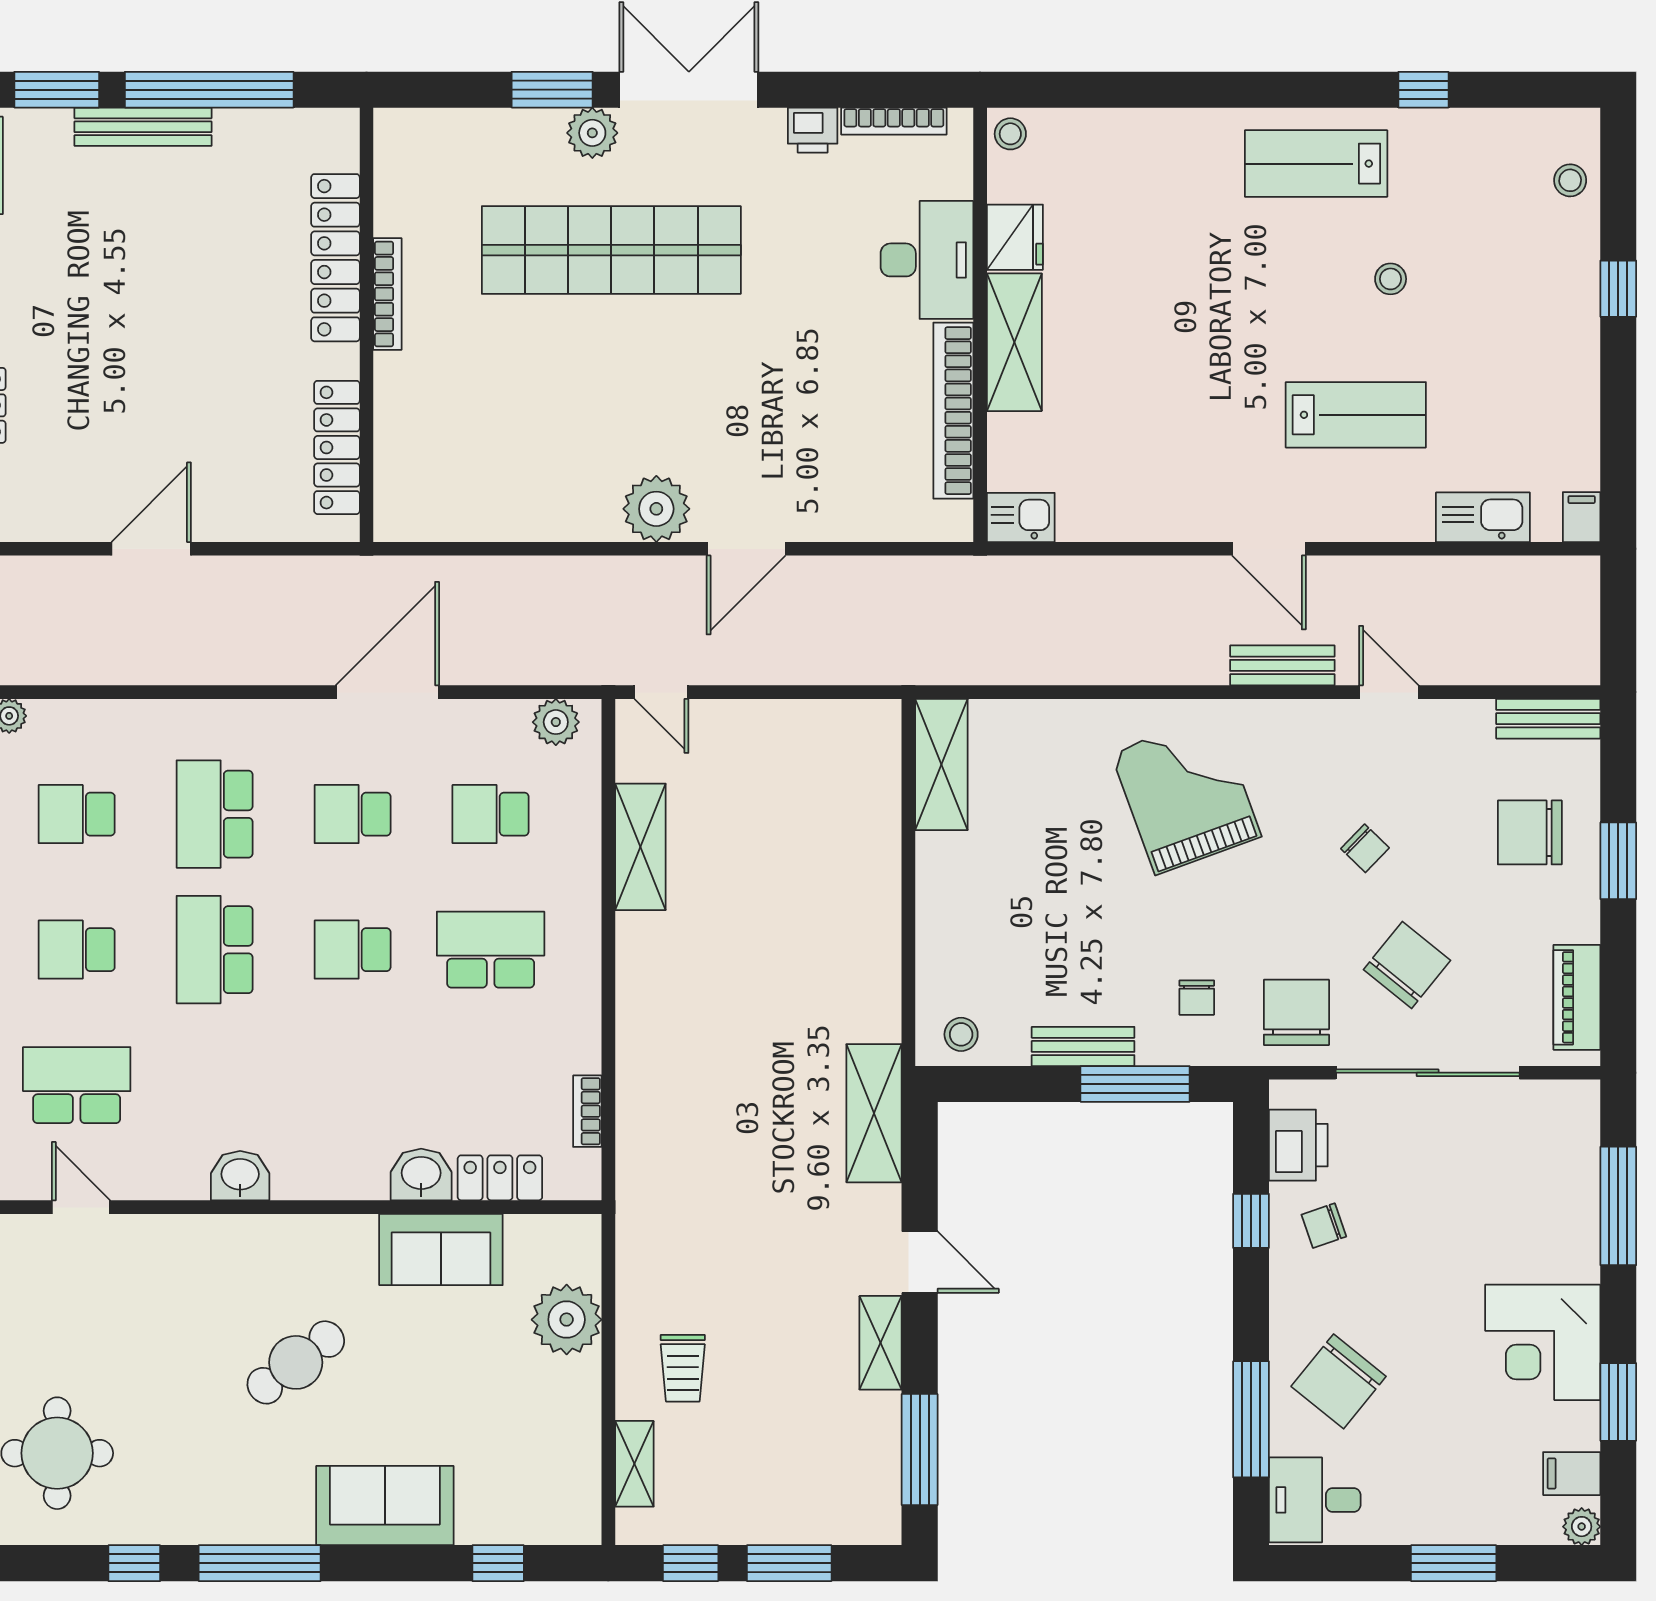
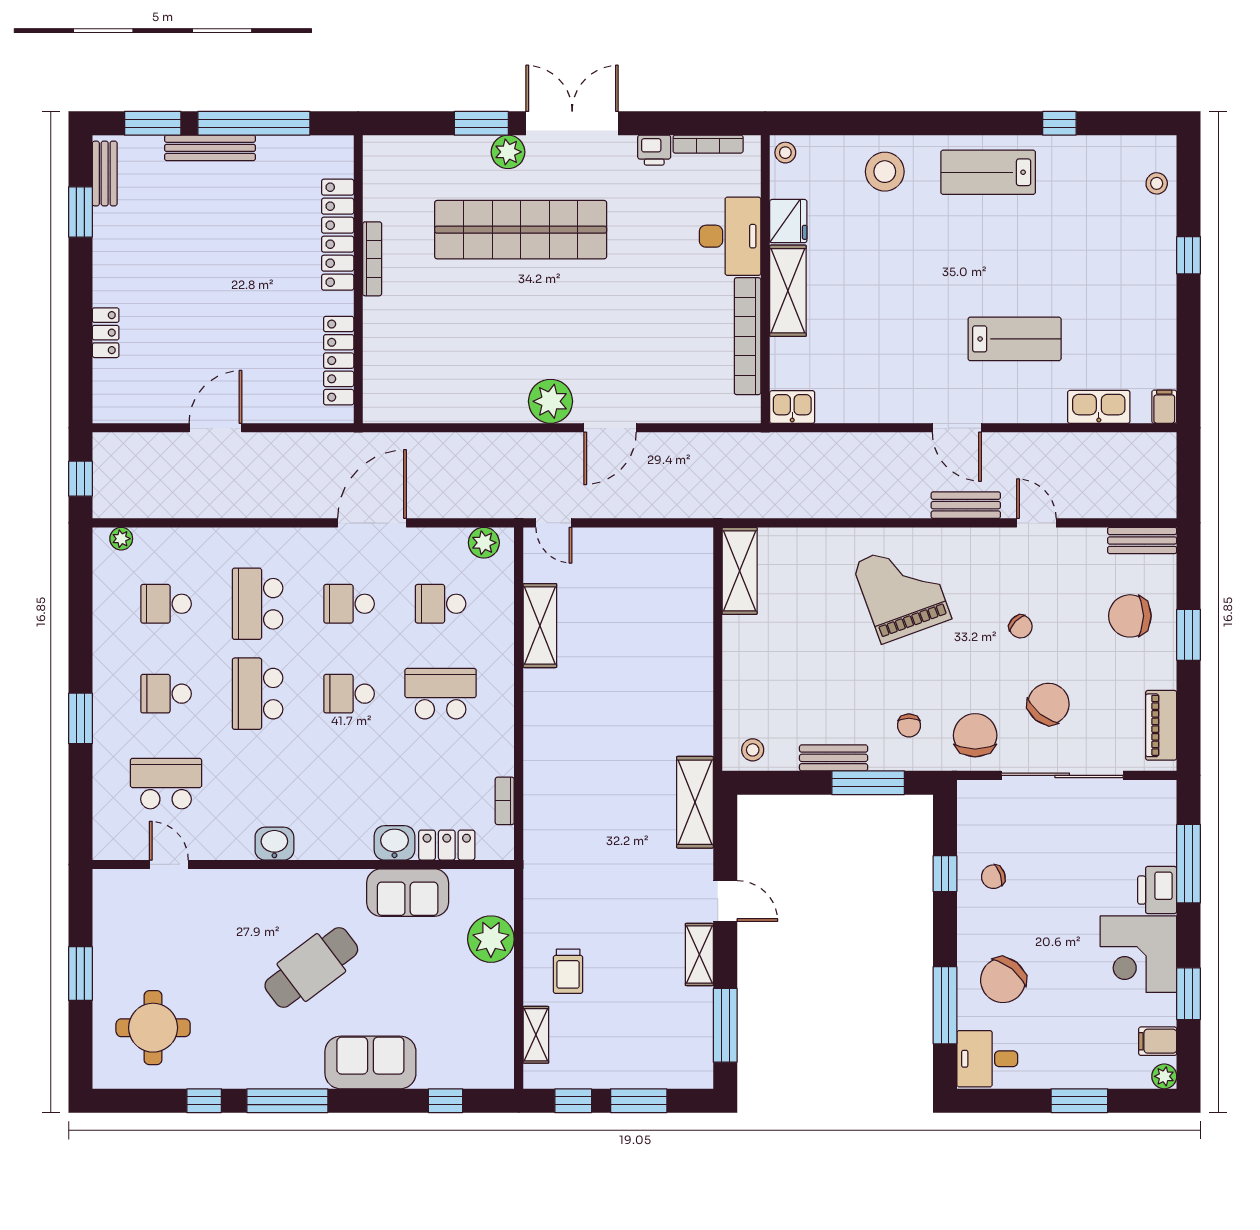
stool: (1391, 279) -> (885, 172), moved, width x1.89, depth x1.89
printer: (1298, 1145) -> (1157, 890), moved, turned 180
cafe table: (296, 1362) -> (311, 967), width x1.37, depth x1.35

